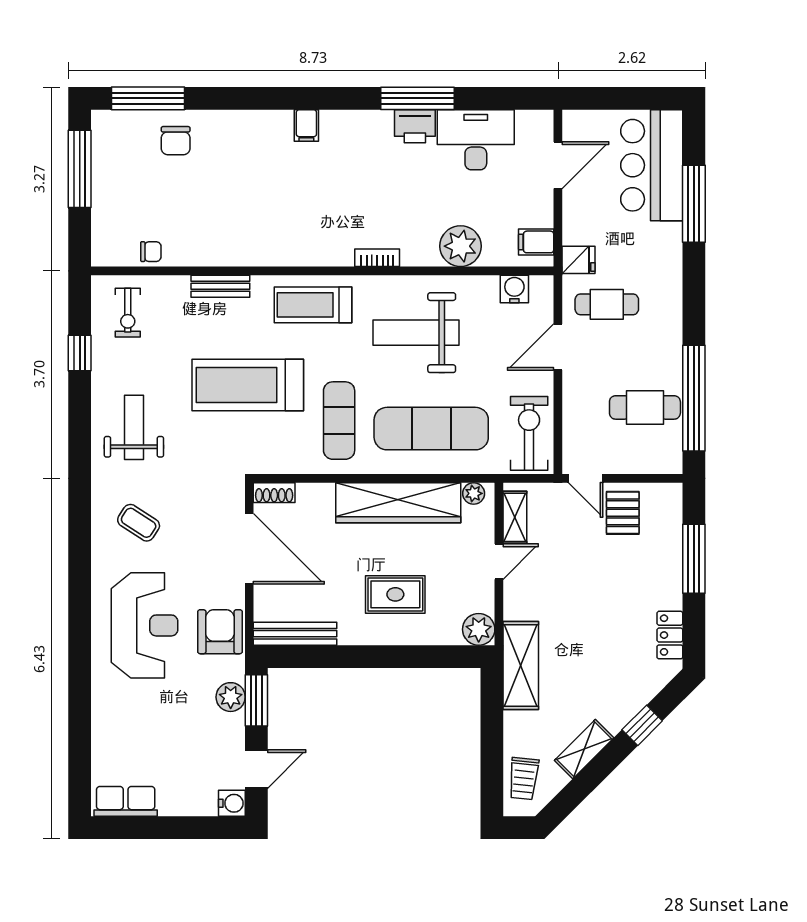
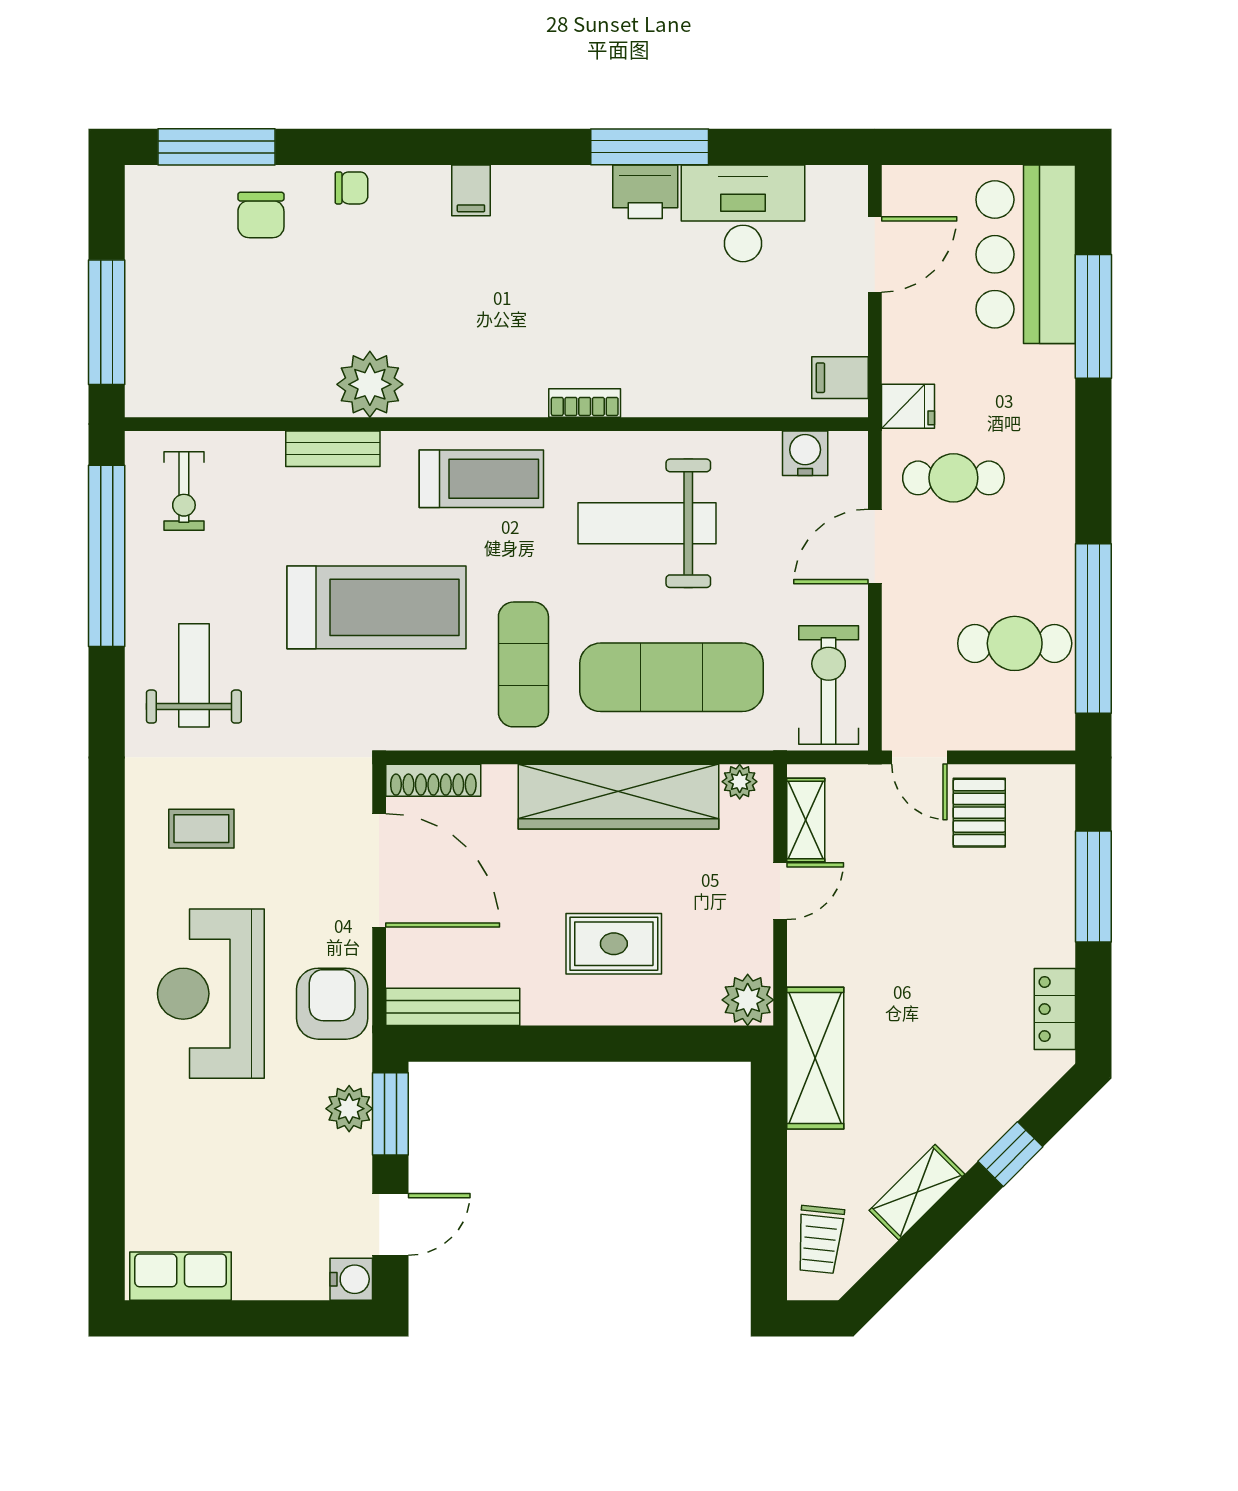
window: (80, 169) -> (107, 322), moved
plant: (461, 246) -> (370, 384), moved
chair: (151, 252) -> (351, 188), moved
treadmill: (313, 305) -> (481, 479), turned 180
window: (80, 353) -> (107, 556), width x3.17
treadmill: (248, 385) -> (377, 607), turned 180
shoe rack: (274, 493) -> (433, 780), width x1.43
coffee table: (139, 523) -> (201, 829), turned -33
reception desk: (145, 625) -> (211, 994), turned 180

